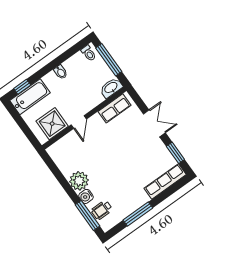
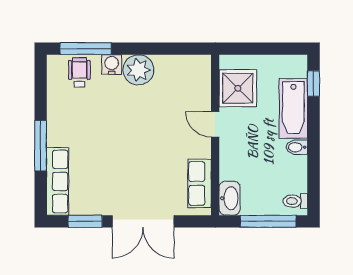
bathtub: (30, 97) -> (293, 108), moved
double door: (154, 123) -> (143, 221), width x1.37
window: (138, 214) -> (41, 146), moved

